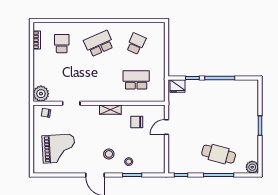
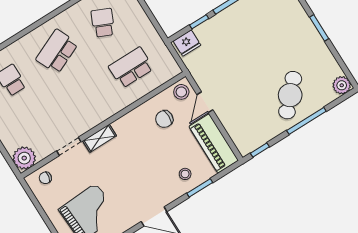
shelving: (110, 110) -> (100, 138), moved
stool: (109, 154) -> (181, 92), moved
piano: (156, 154) -> (214, 143), added
cafe table: (219, 154) -> (290, 95), turned -62

